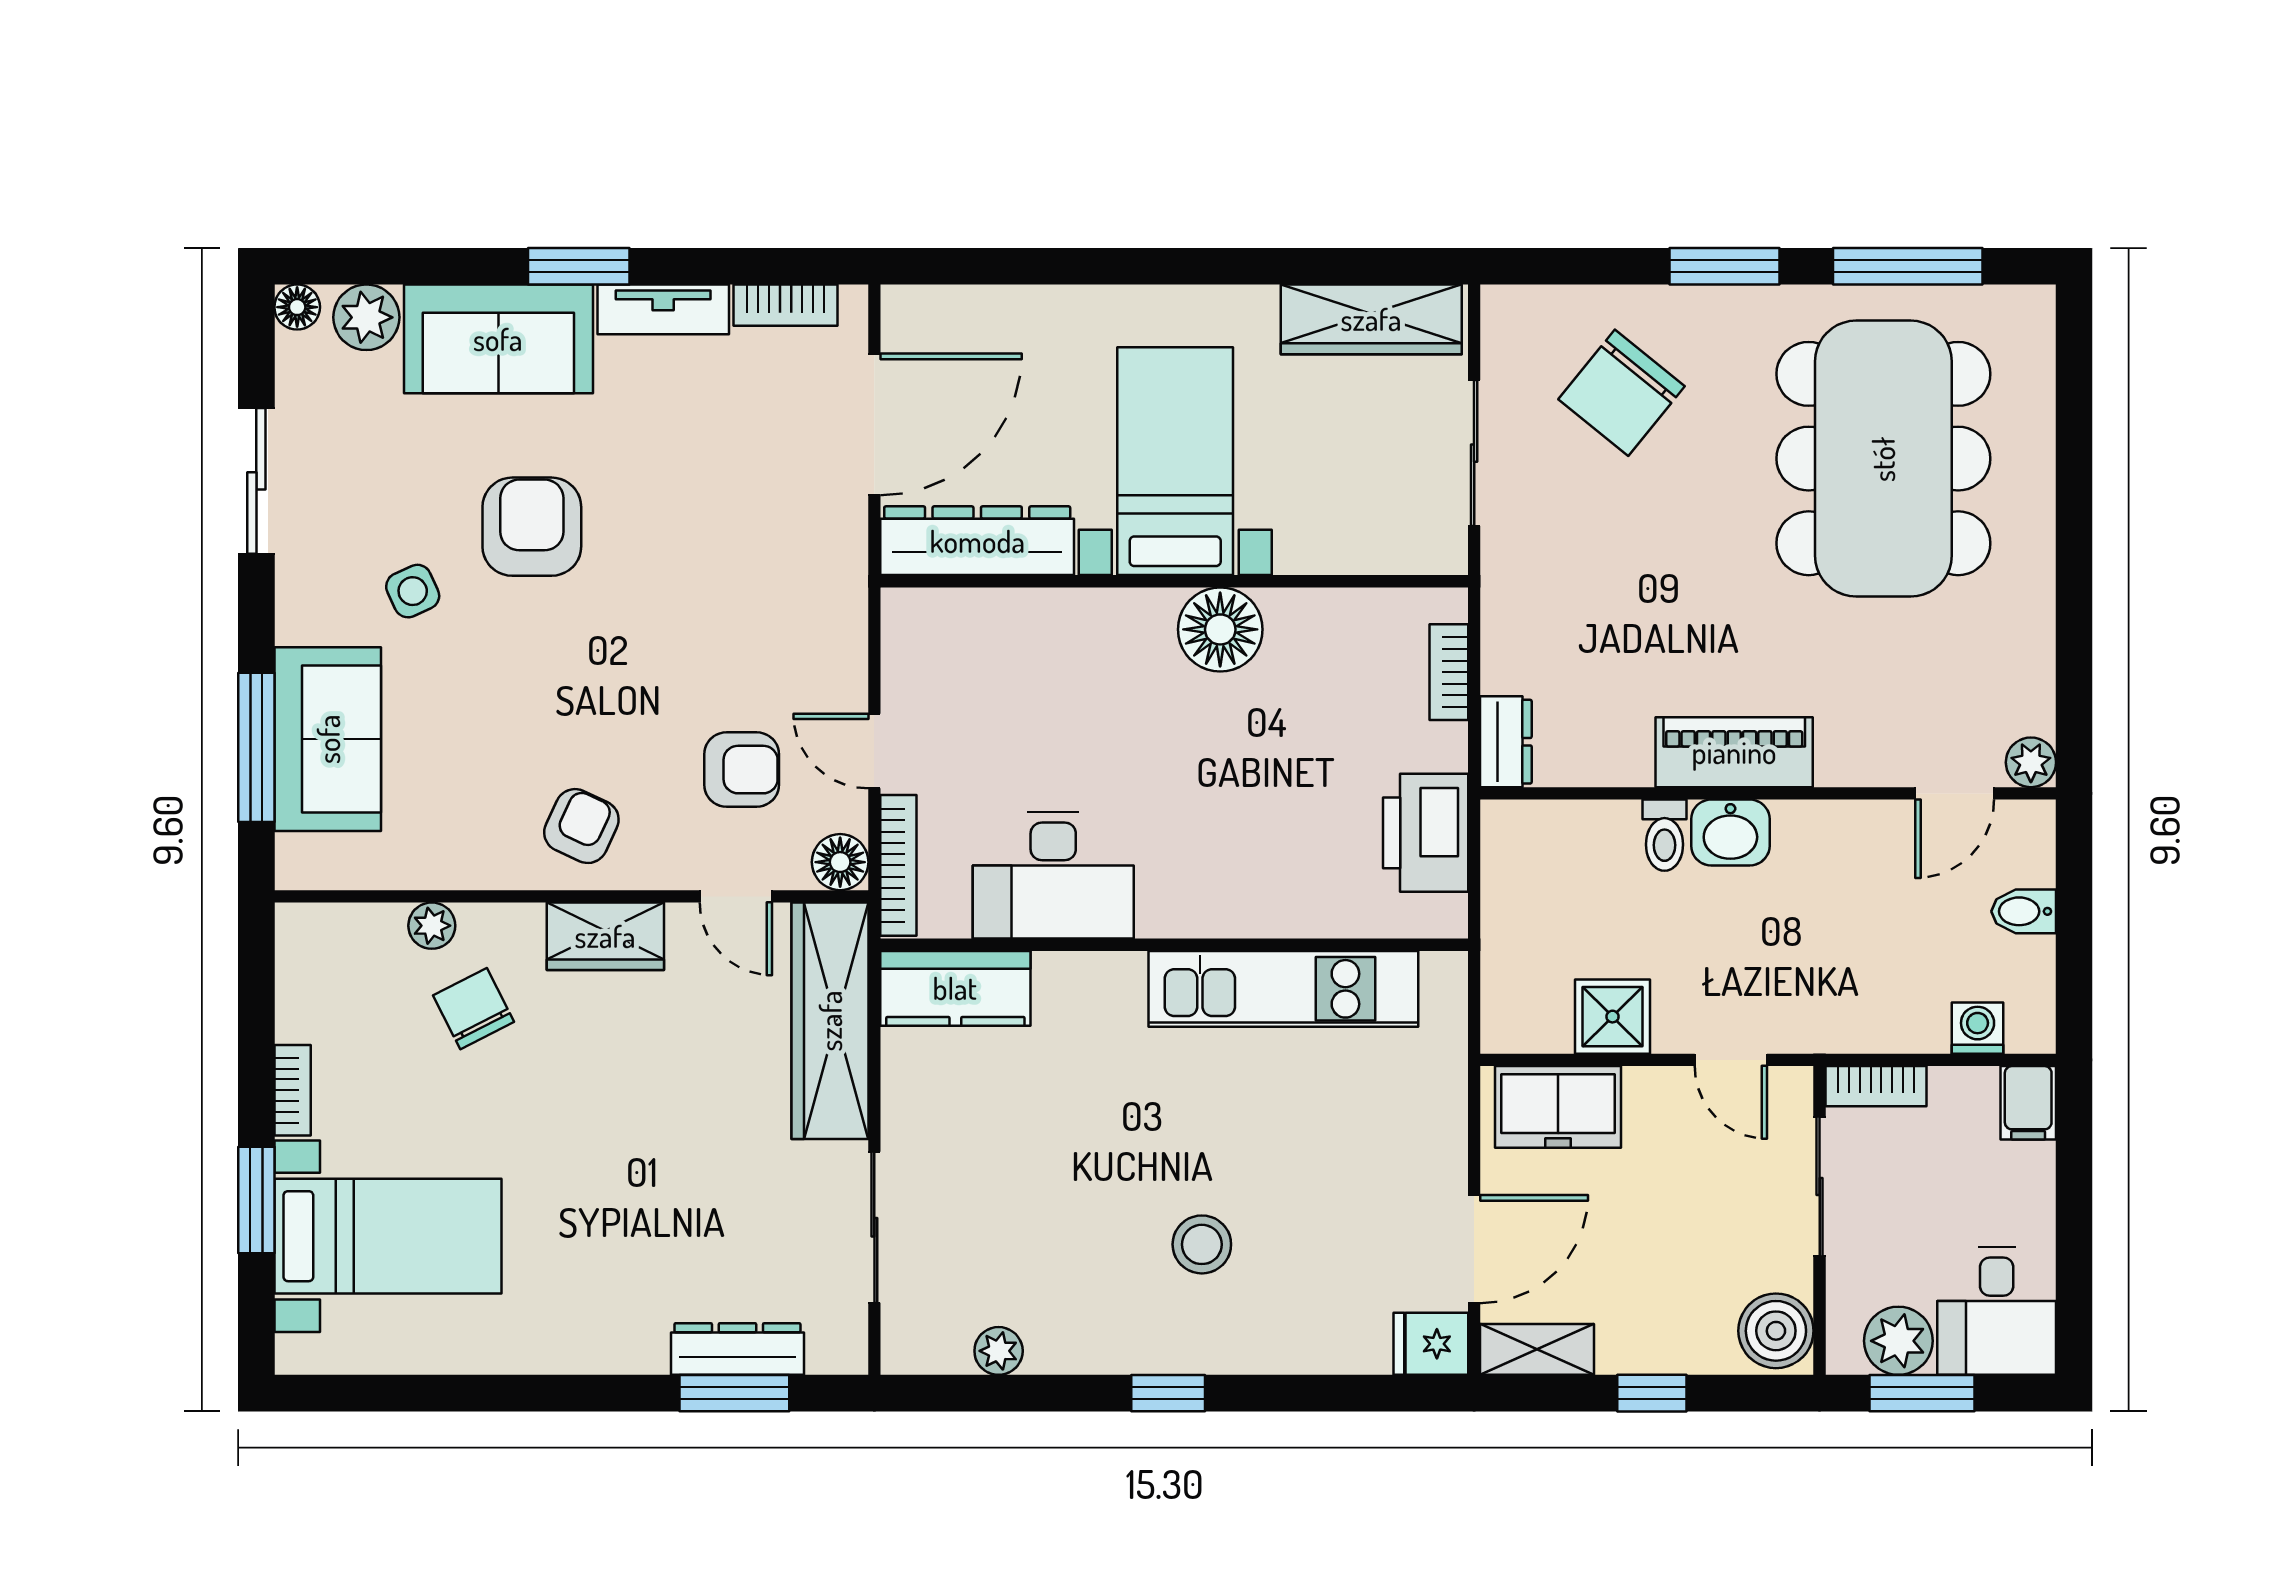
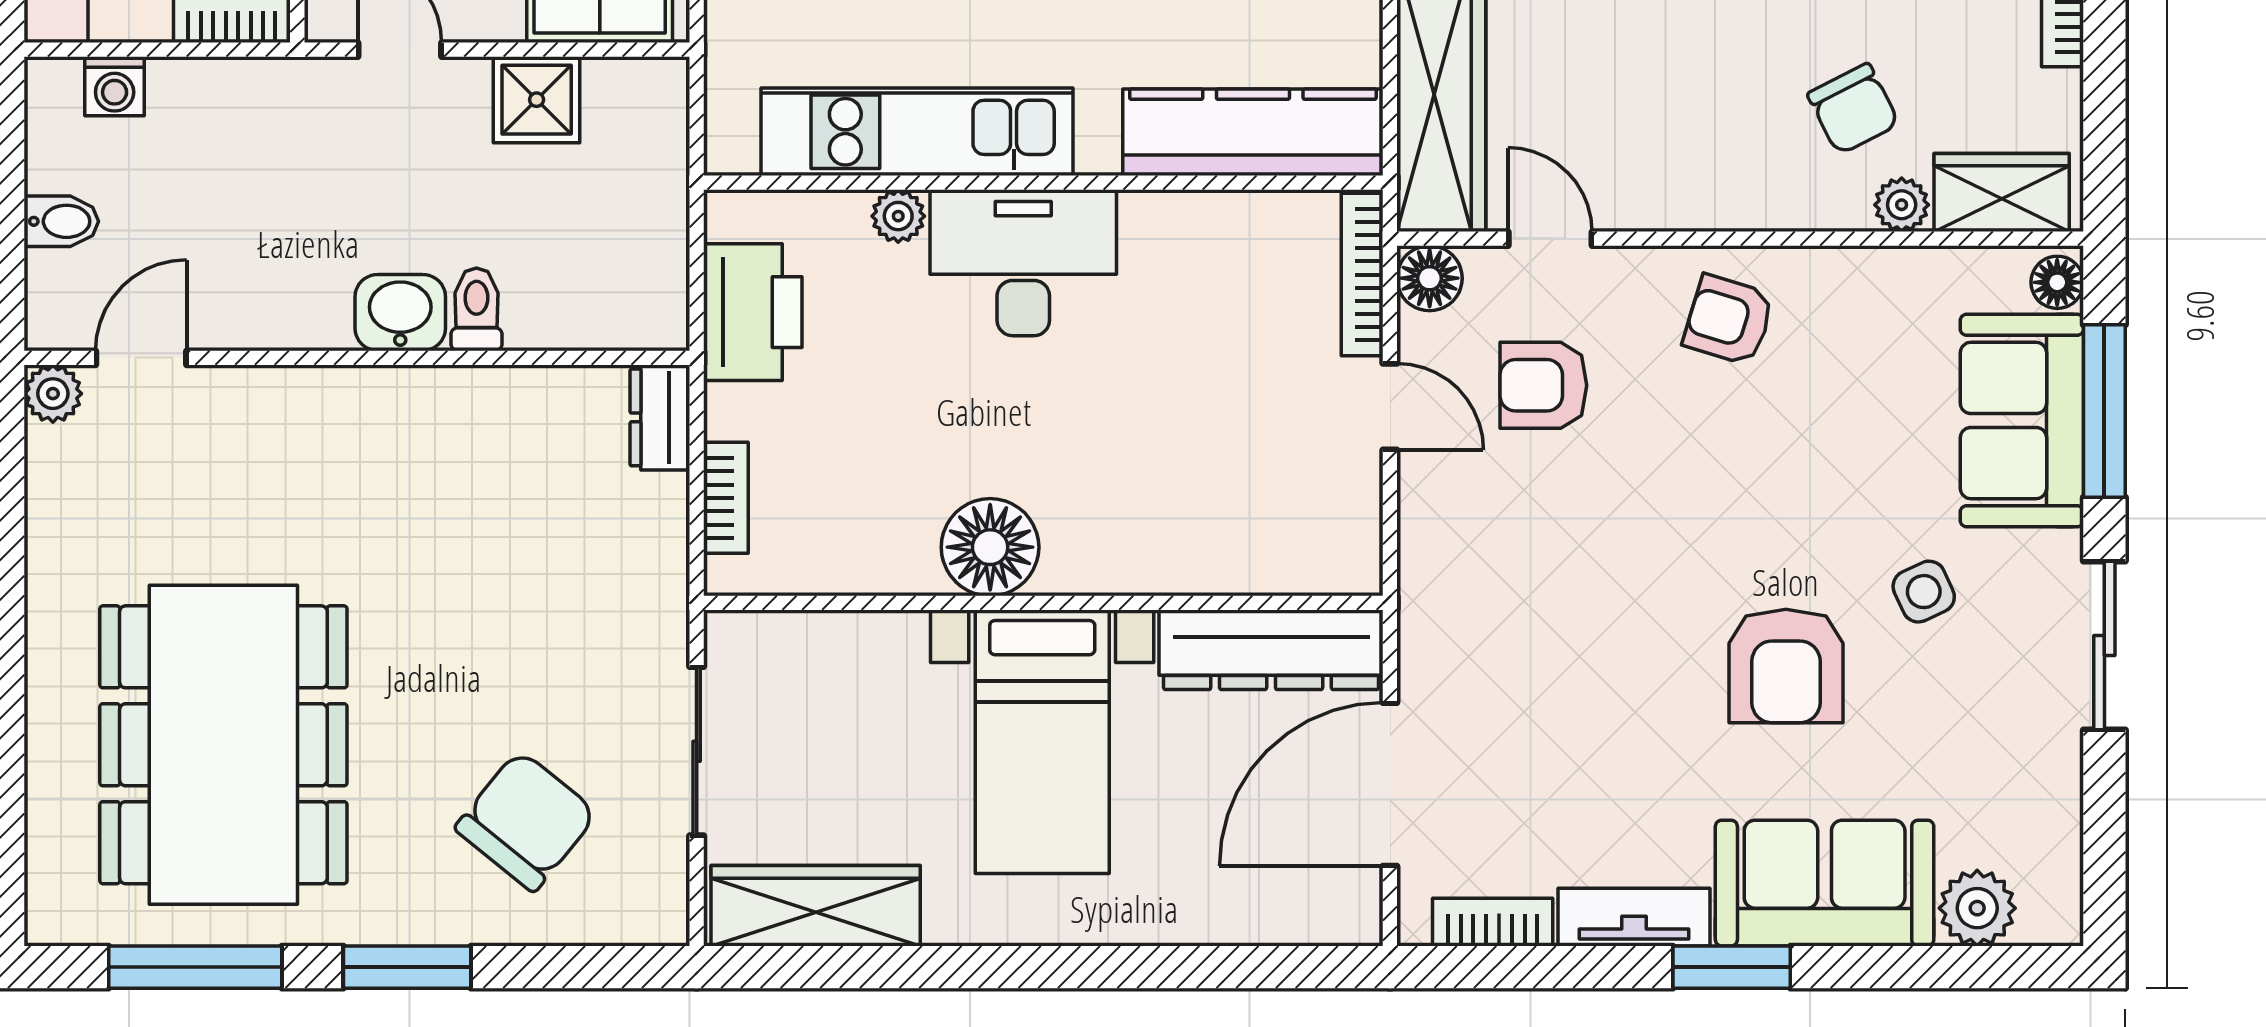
floor lamp: (297, 307) -> (2057, 282), moved
sliding door: (256, 481) -> (2104, 646), moved
piano: (1734, 752) -> (396, 405), removed
armchair: (581, 826) -> (1729, 320), turned 82
desk: (1053, 876) -> (1023, 263), moved
plant: (1300, 916) -> (898, 216), added
wardrobe: (605, 936) -> (2002, 193), moved
kitchen counter: (955, 988) -> (1253, 132), width x1.50

